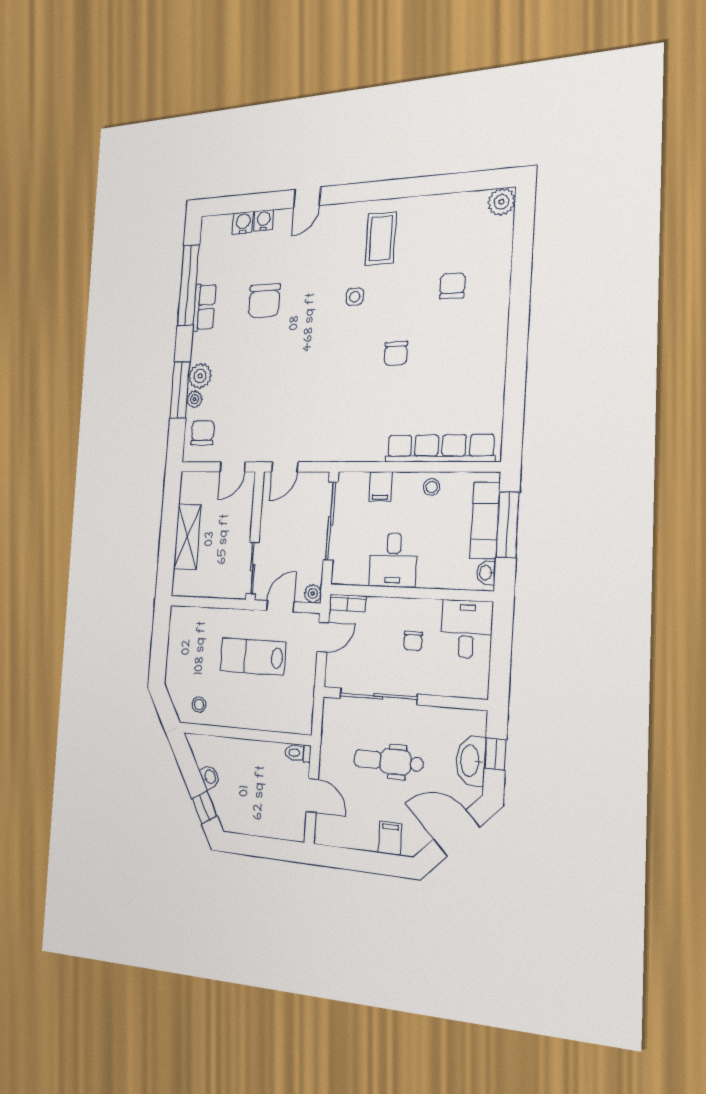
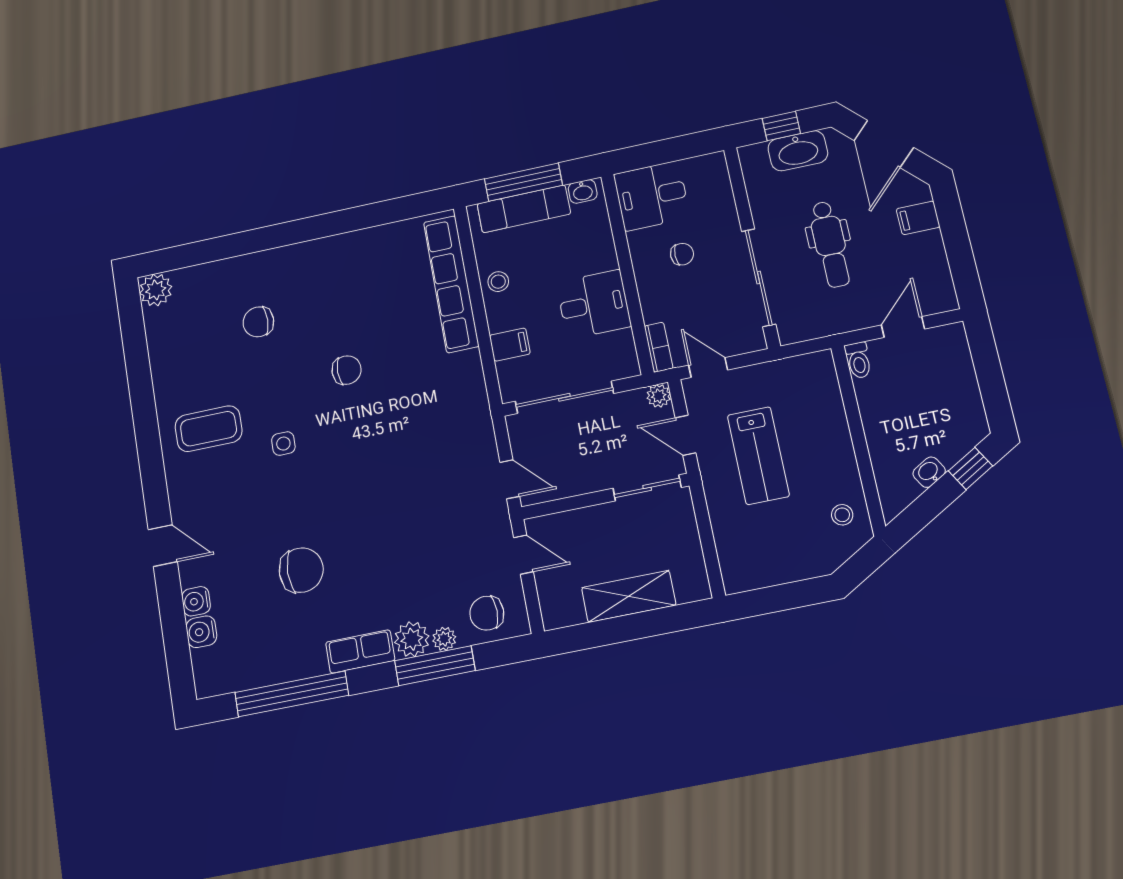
row of seats: (204, 307) -> (360, 651), moved

